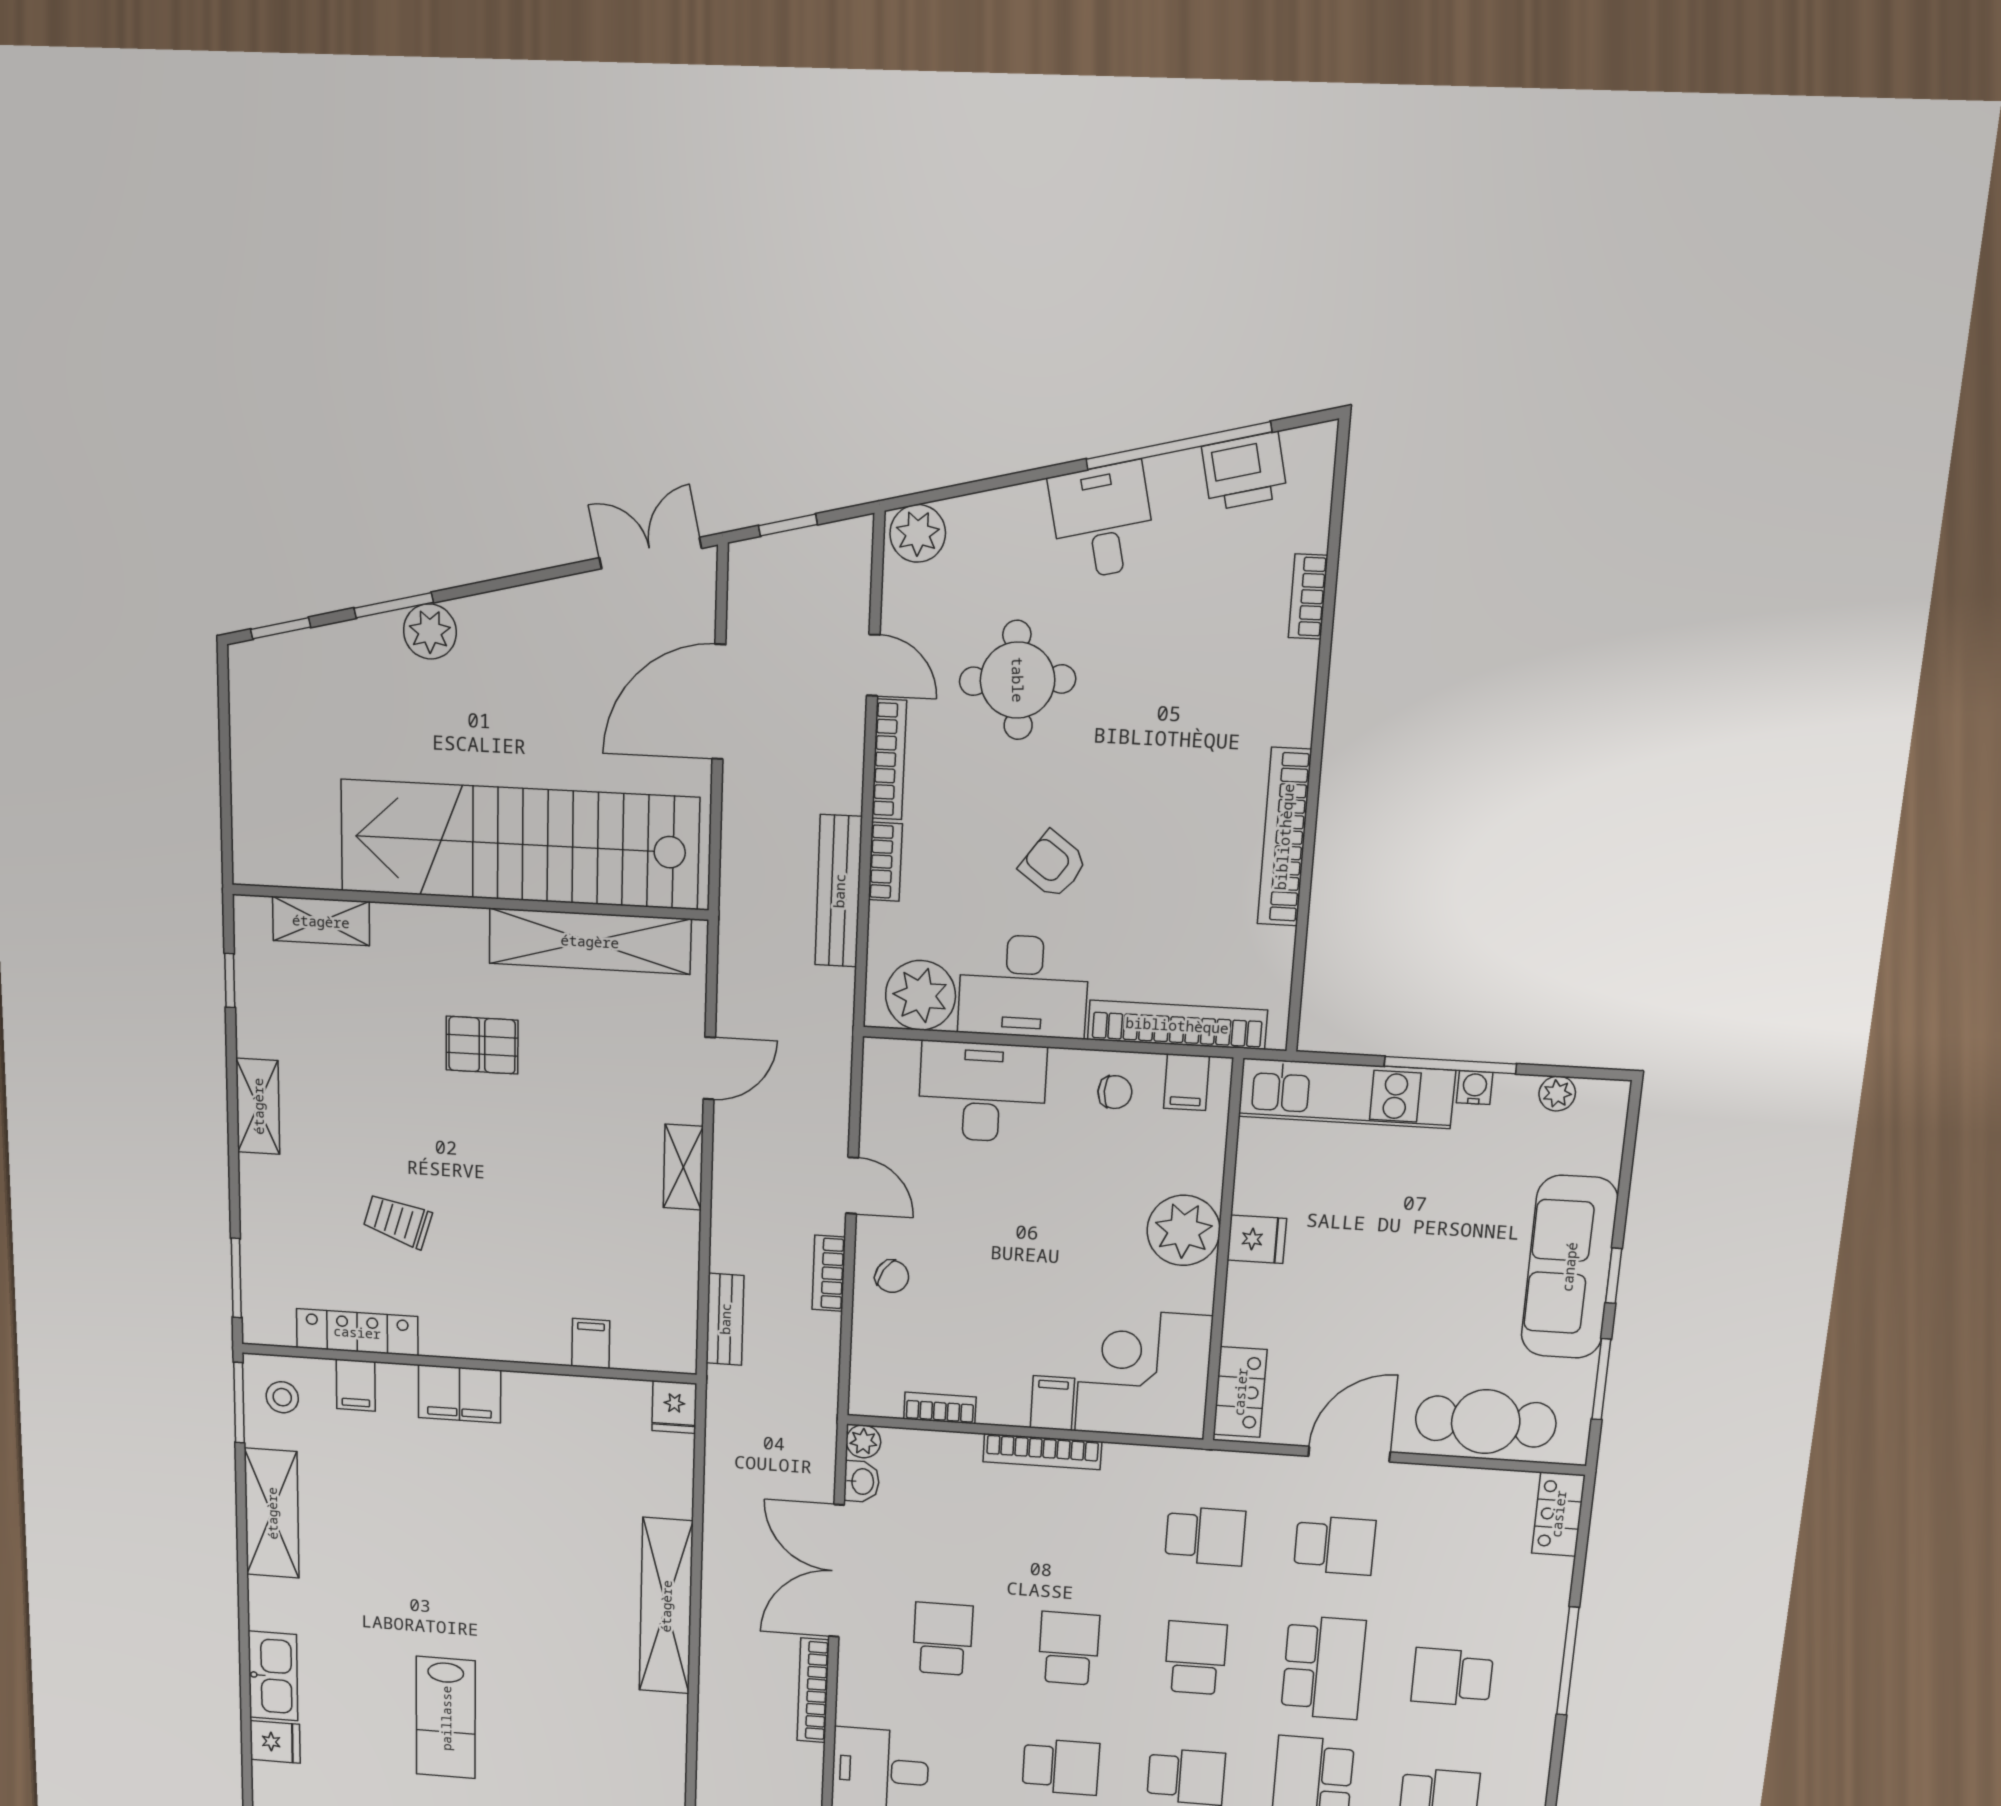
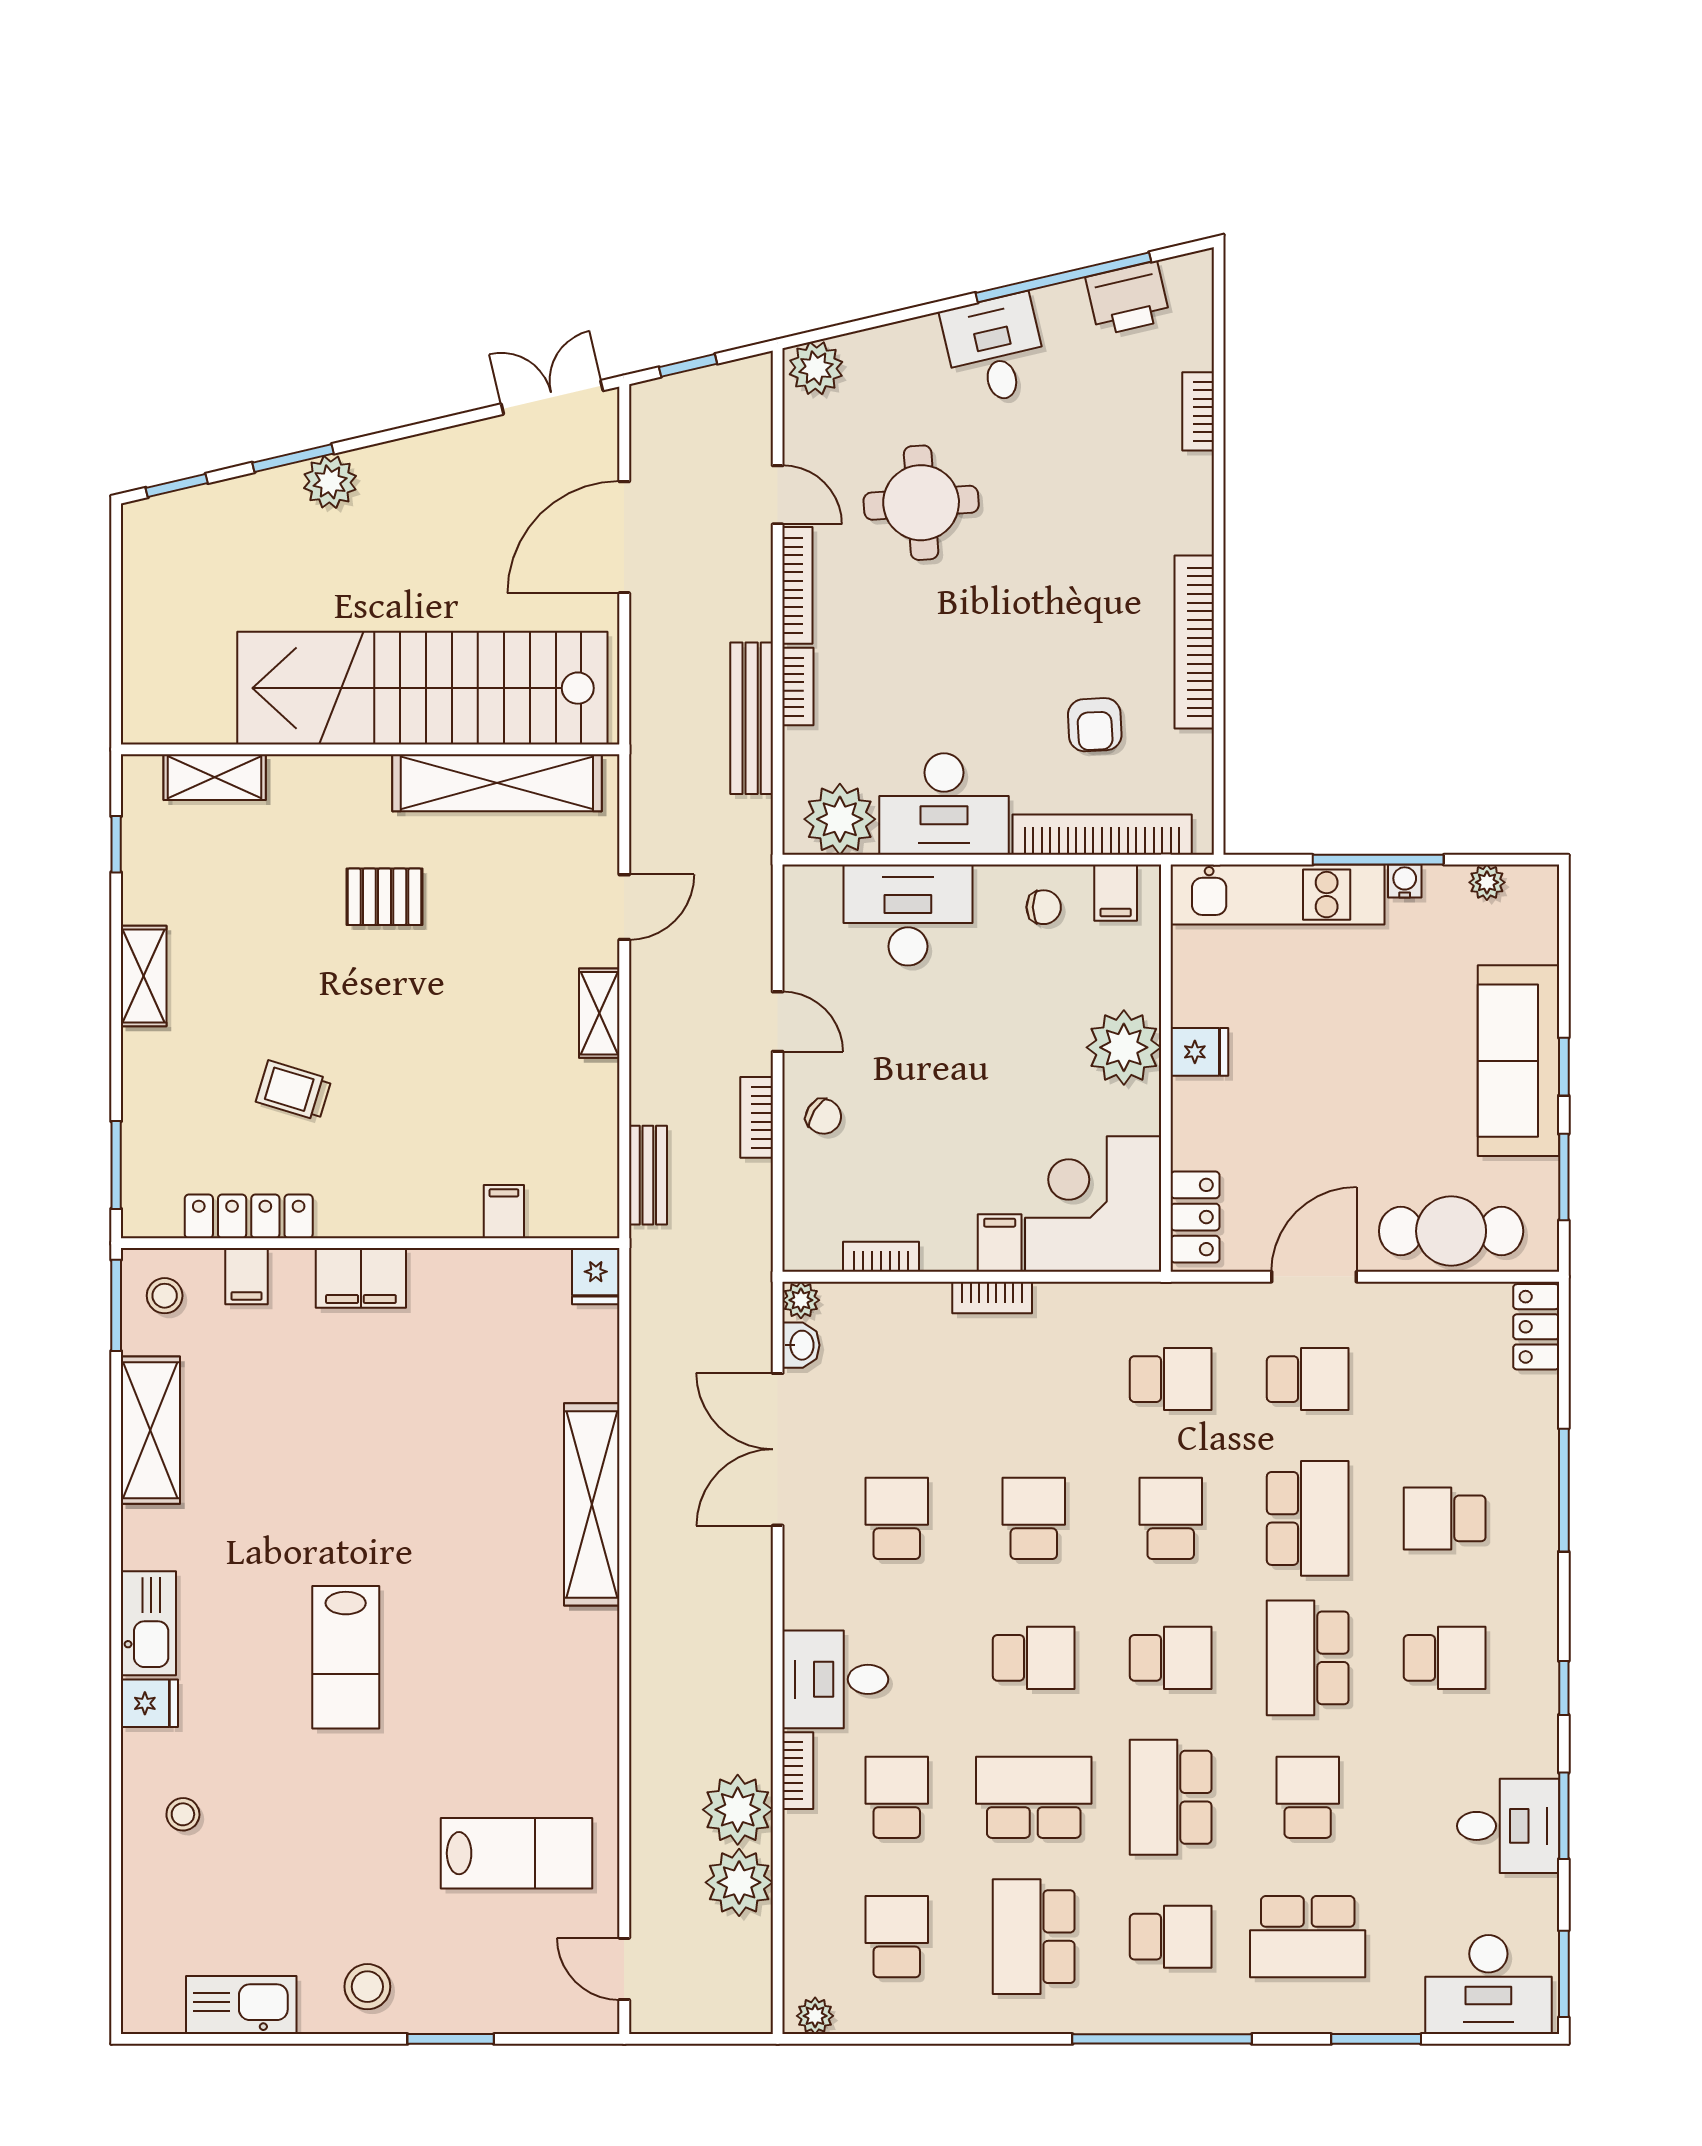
armchair: (1053, 865) -> (1095, 725), moved, turned -129
bookcase: (1042, 1452) -> (992, 1297), width x0.64
bookcase: (813, 1690) -> (757, 1590), removed

